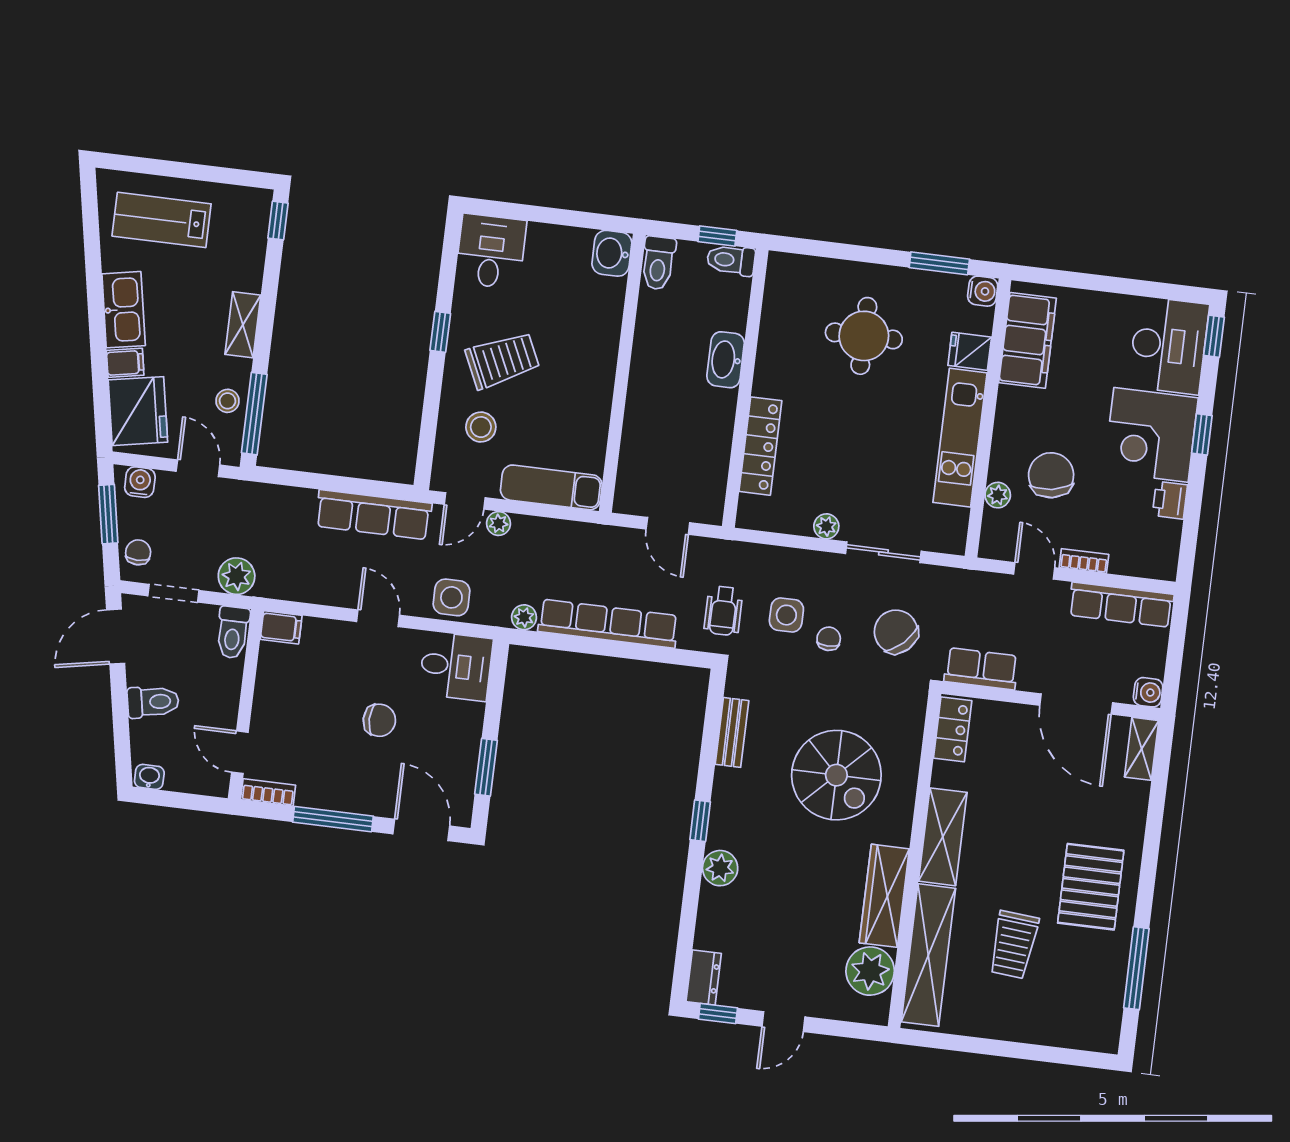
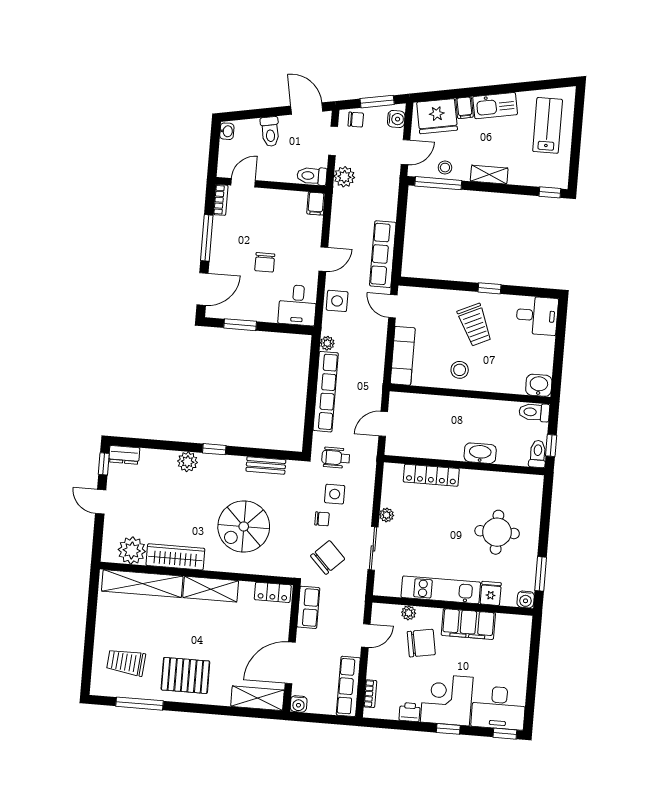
filing cabinet: (1028, 340) -> (468, 624), moved
stool: (481, 427) -> (460, 370), moved
plant: (498, 523) -> (381, 326), removed
bookcase: (1084, 561) -> (370, 694), moved
shelving: (1142, 749) -> (257, 698), width x1.50, depth x1.33
trolley: (1014, 945) -> (126, 662), moved

